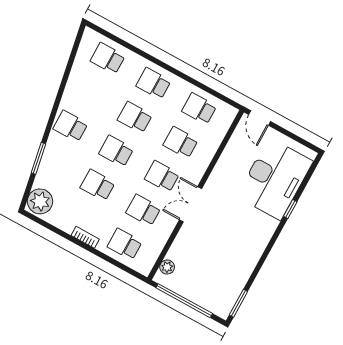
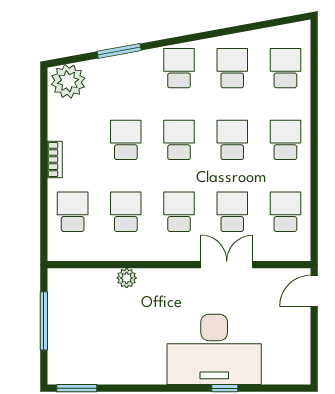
school desk: (89, 92) -> (232, 68), added
desk: (275, 179) -> (214, 349), moved
double door: (190, 204) -> (227, 265), moved
plant: (167, 267) -> (127, 278), moved
window: (184, 301) -> (44, 321), width x0.68

